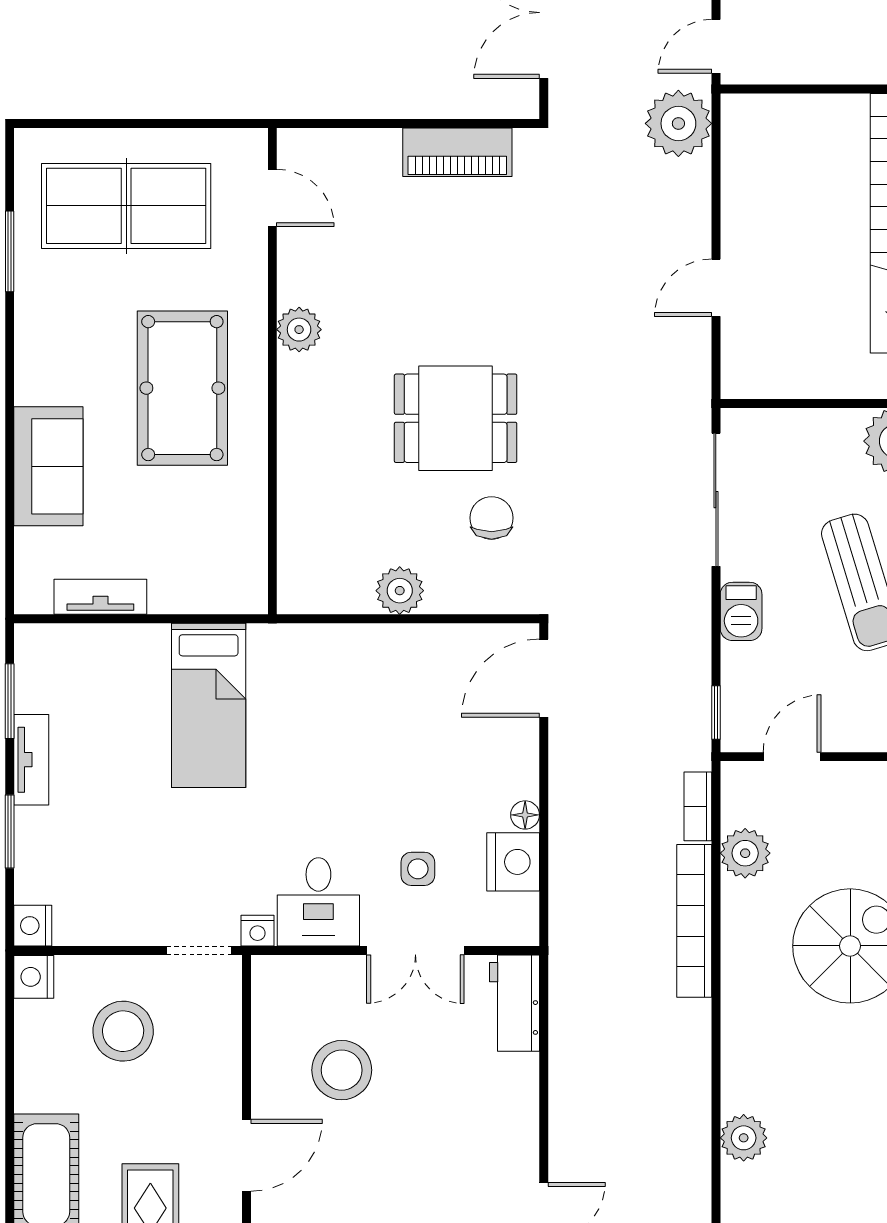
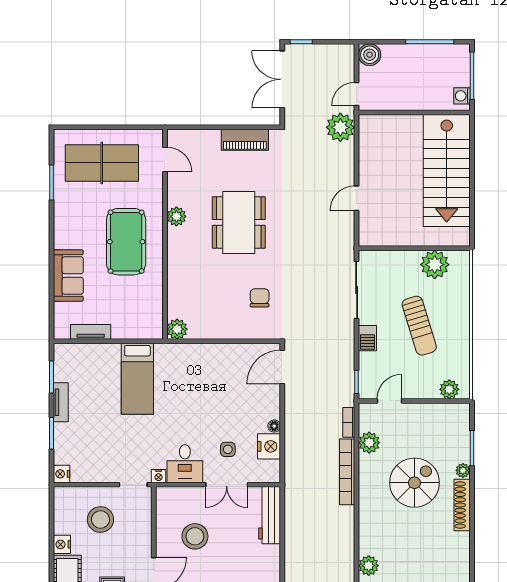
dining table: (456, 418) -> (239, 222), moved, width x1.38
plant: (400, 591) -> (177, 329), moved
nightstand: (34, 977) -> (62, 544), moved
workbench: (514, 1003) -> (270, 515), width x1.38

